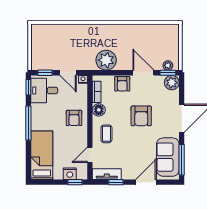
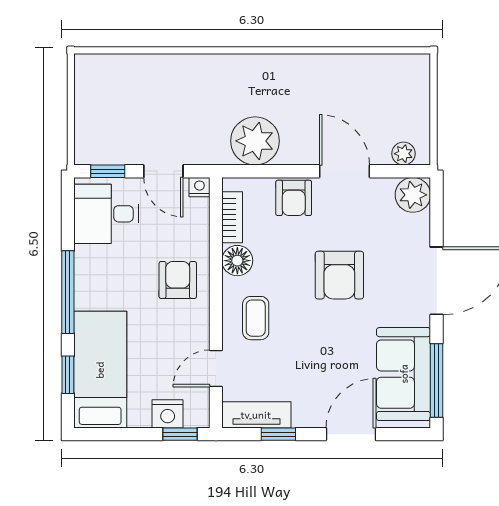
window: (168, 73) -> (404, 171), removed
window: (28, 87) -> (68, 375), moved
armchair: (74, 118) -> (178, 280), turned 180

